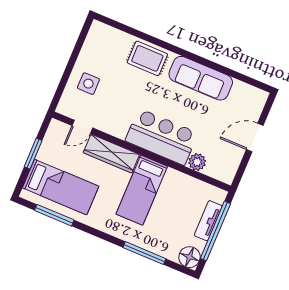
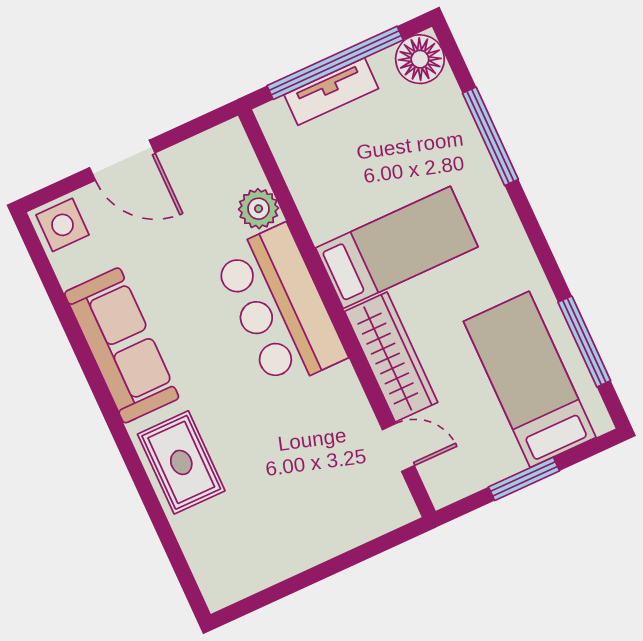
side table: (88, 84) -> (63, 225), moved

